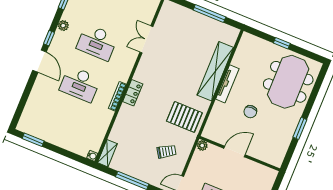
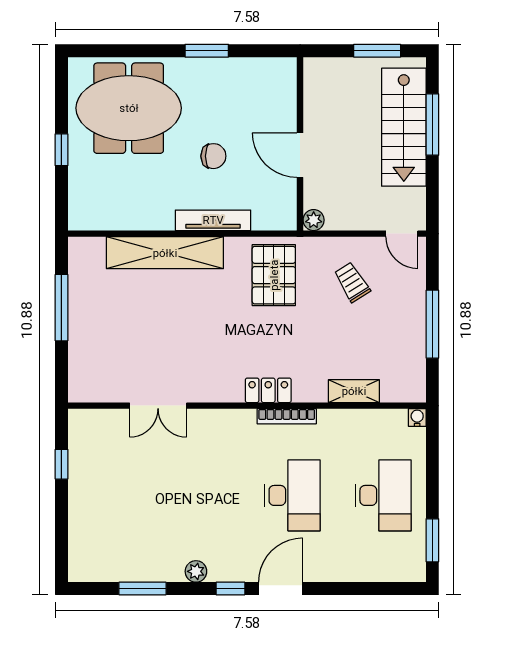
desk: (97, 42) -> (383, 495), moved
tv unit: (227, 84) -> (213, 220), moved
shelving: (107, 153) -> (354, 391), moved

